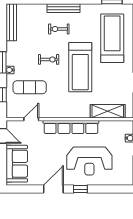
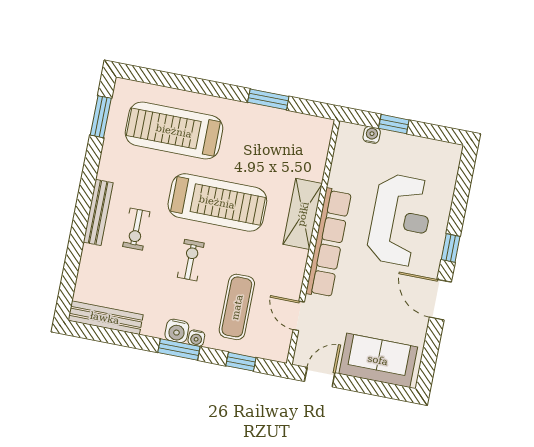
water cooler: (12, 59) -> (177, 331), added
shelving: (108, 111) -> (303, 214), moved

